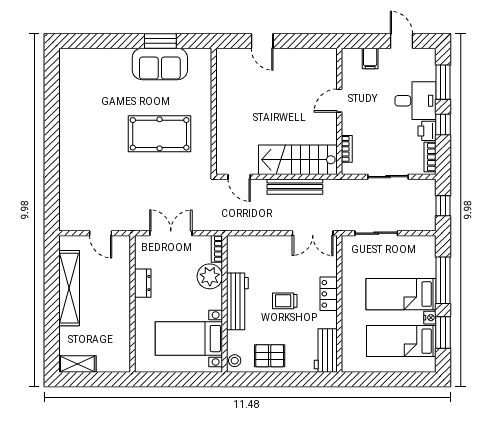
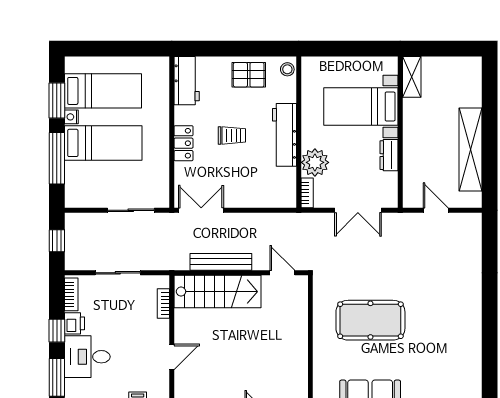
bed with nightstands: (189, 339) -> (361, 106), moved, turned 180
shelving: (77, 364) -> (412, 77), moved, turned 90

